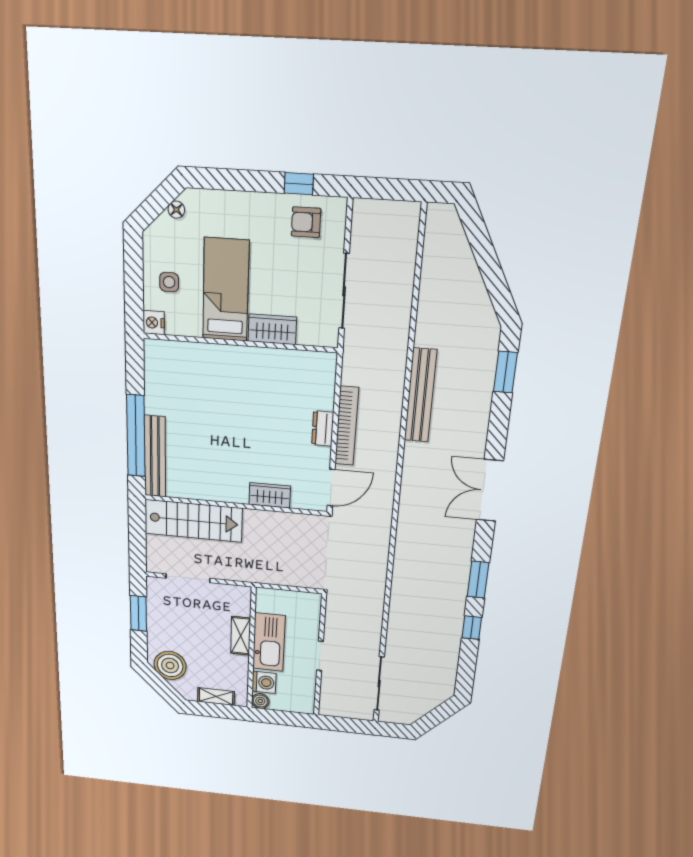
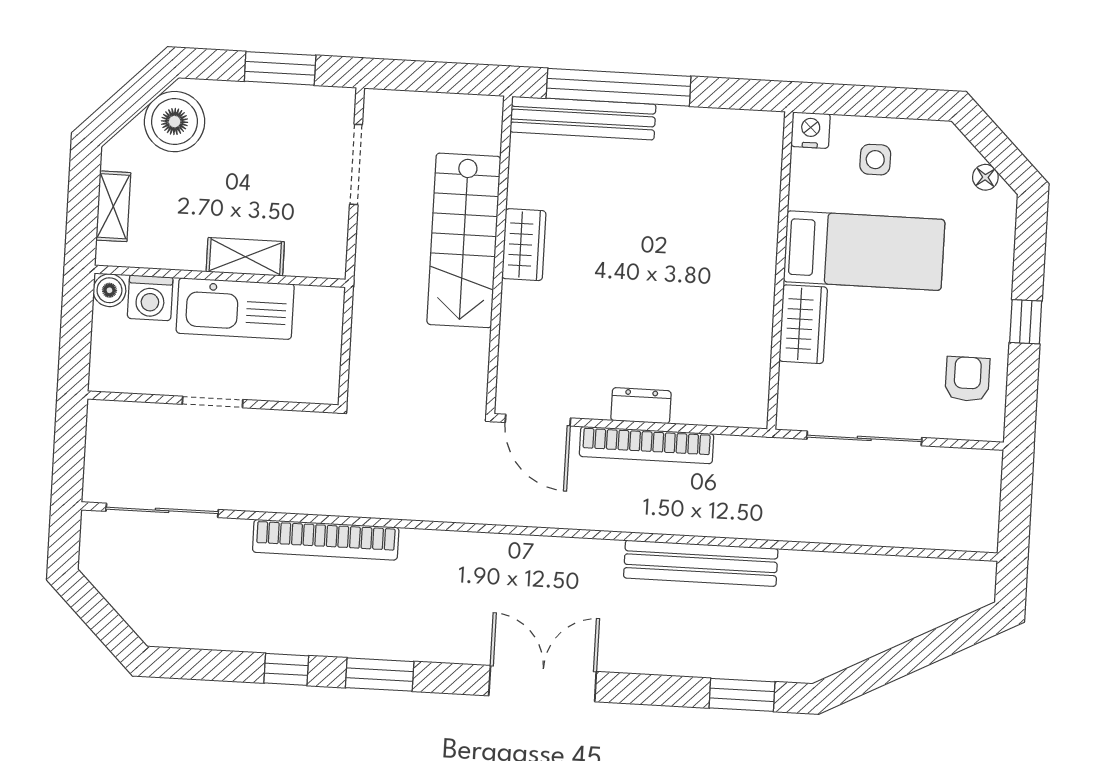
window: (299, 184) -> (1026, 322), moved
wardrobe: (270, 495) -> (524, 245), moved
stairs: (193, 521) -> (464, 240), moved
bookcase: (398, 604) -> (326, 540), added

